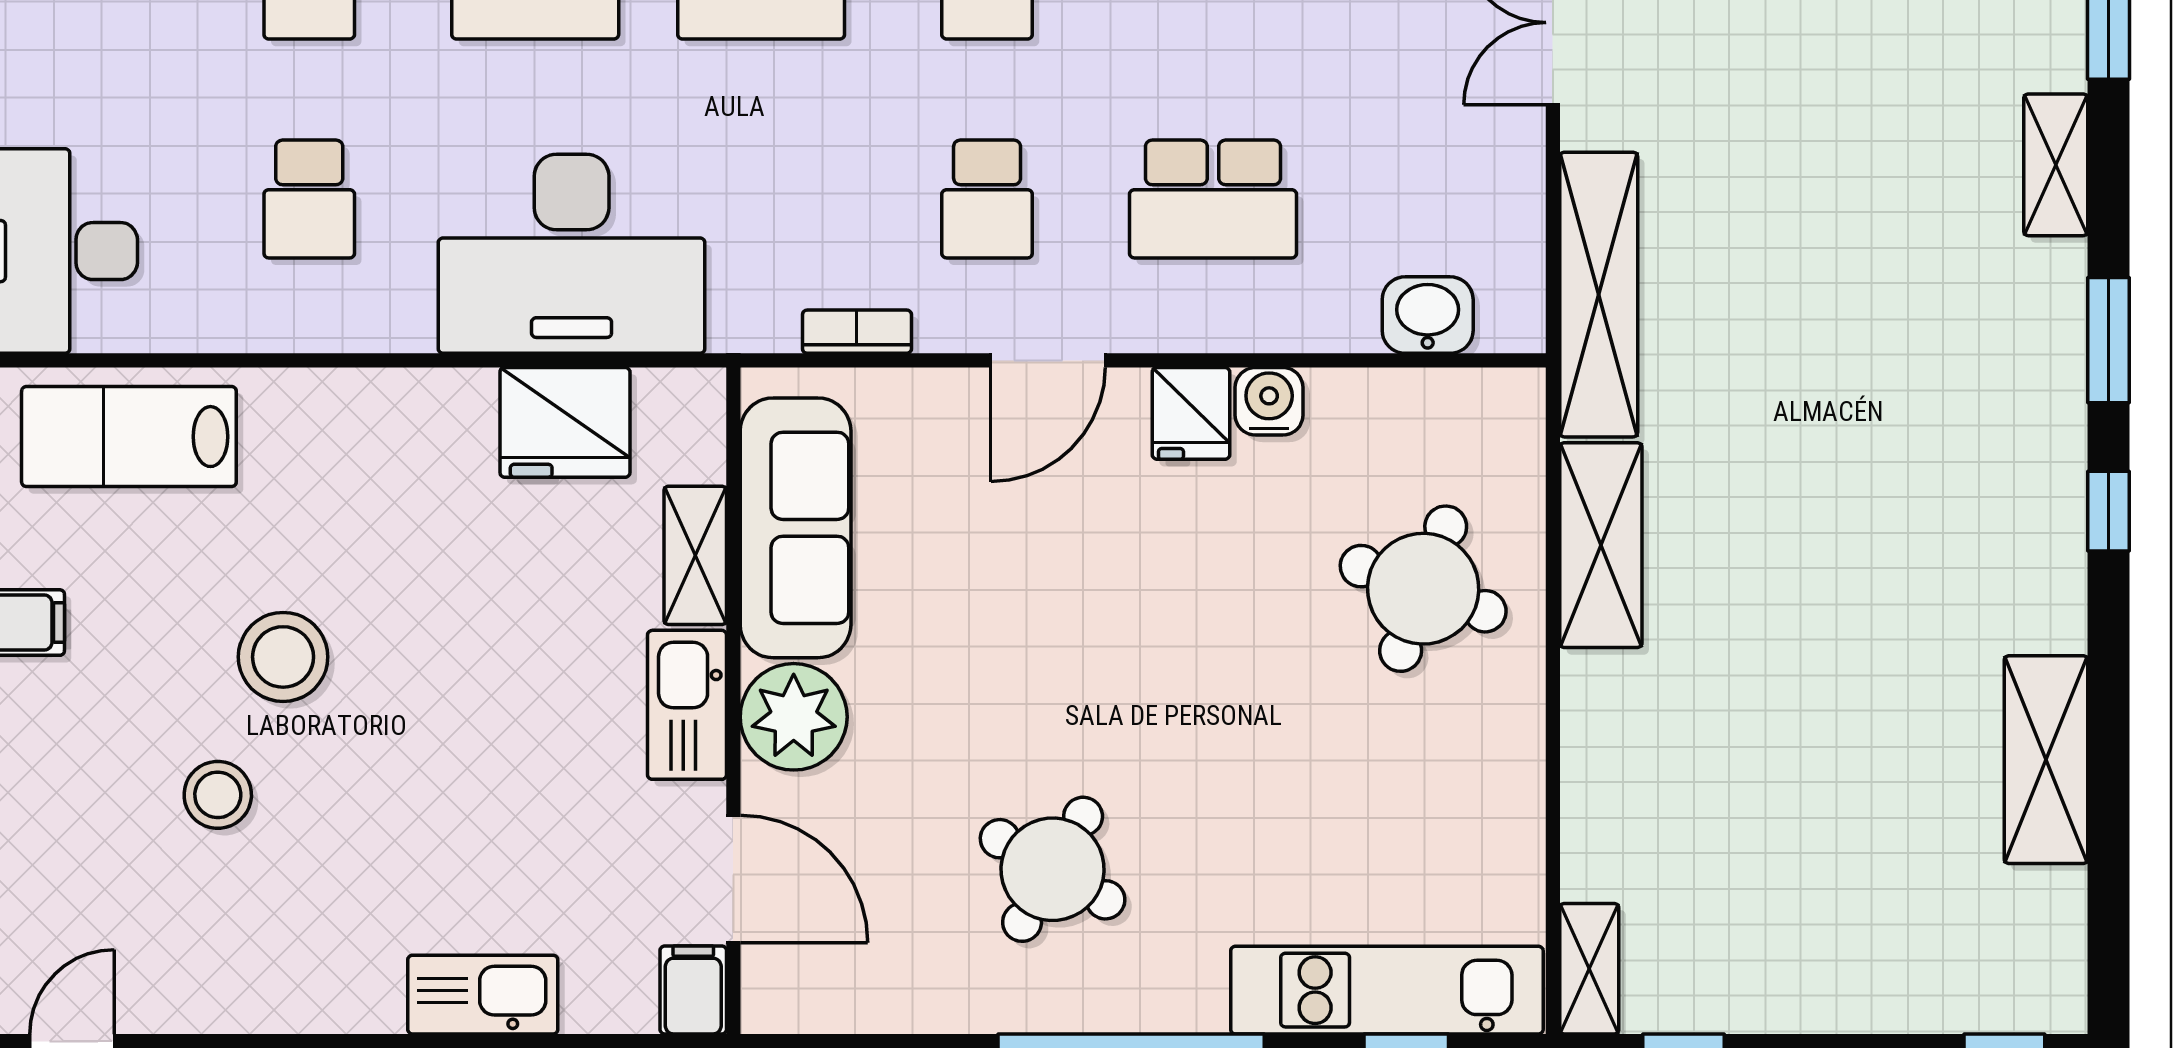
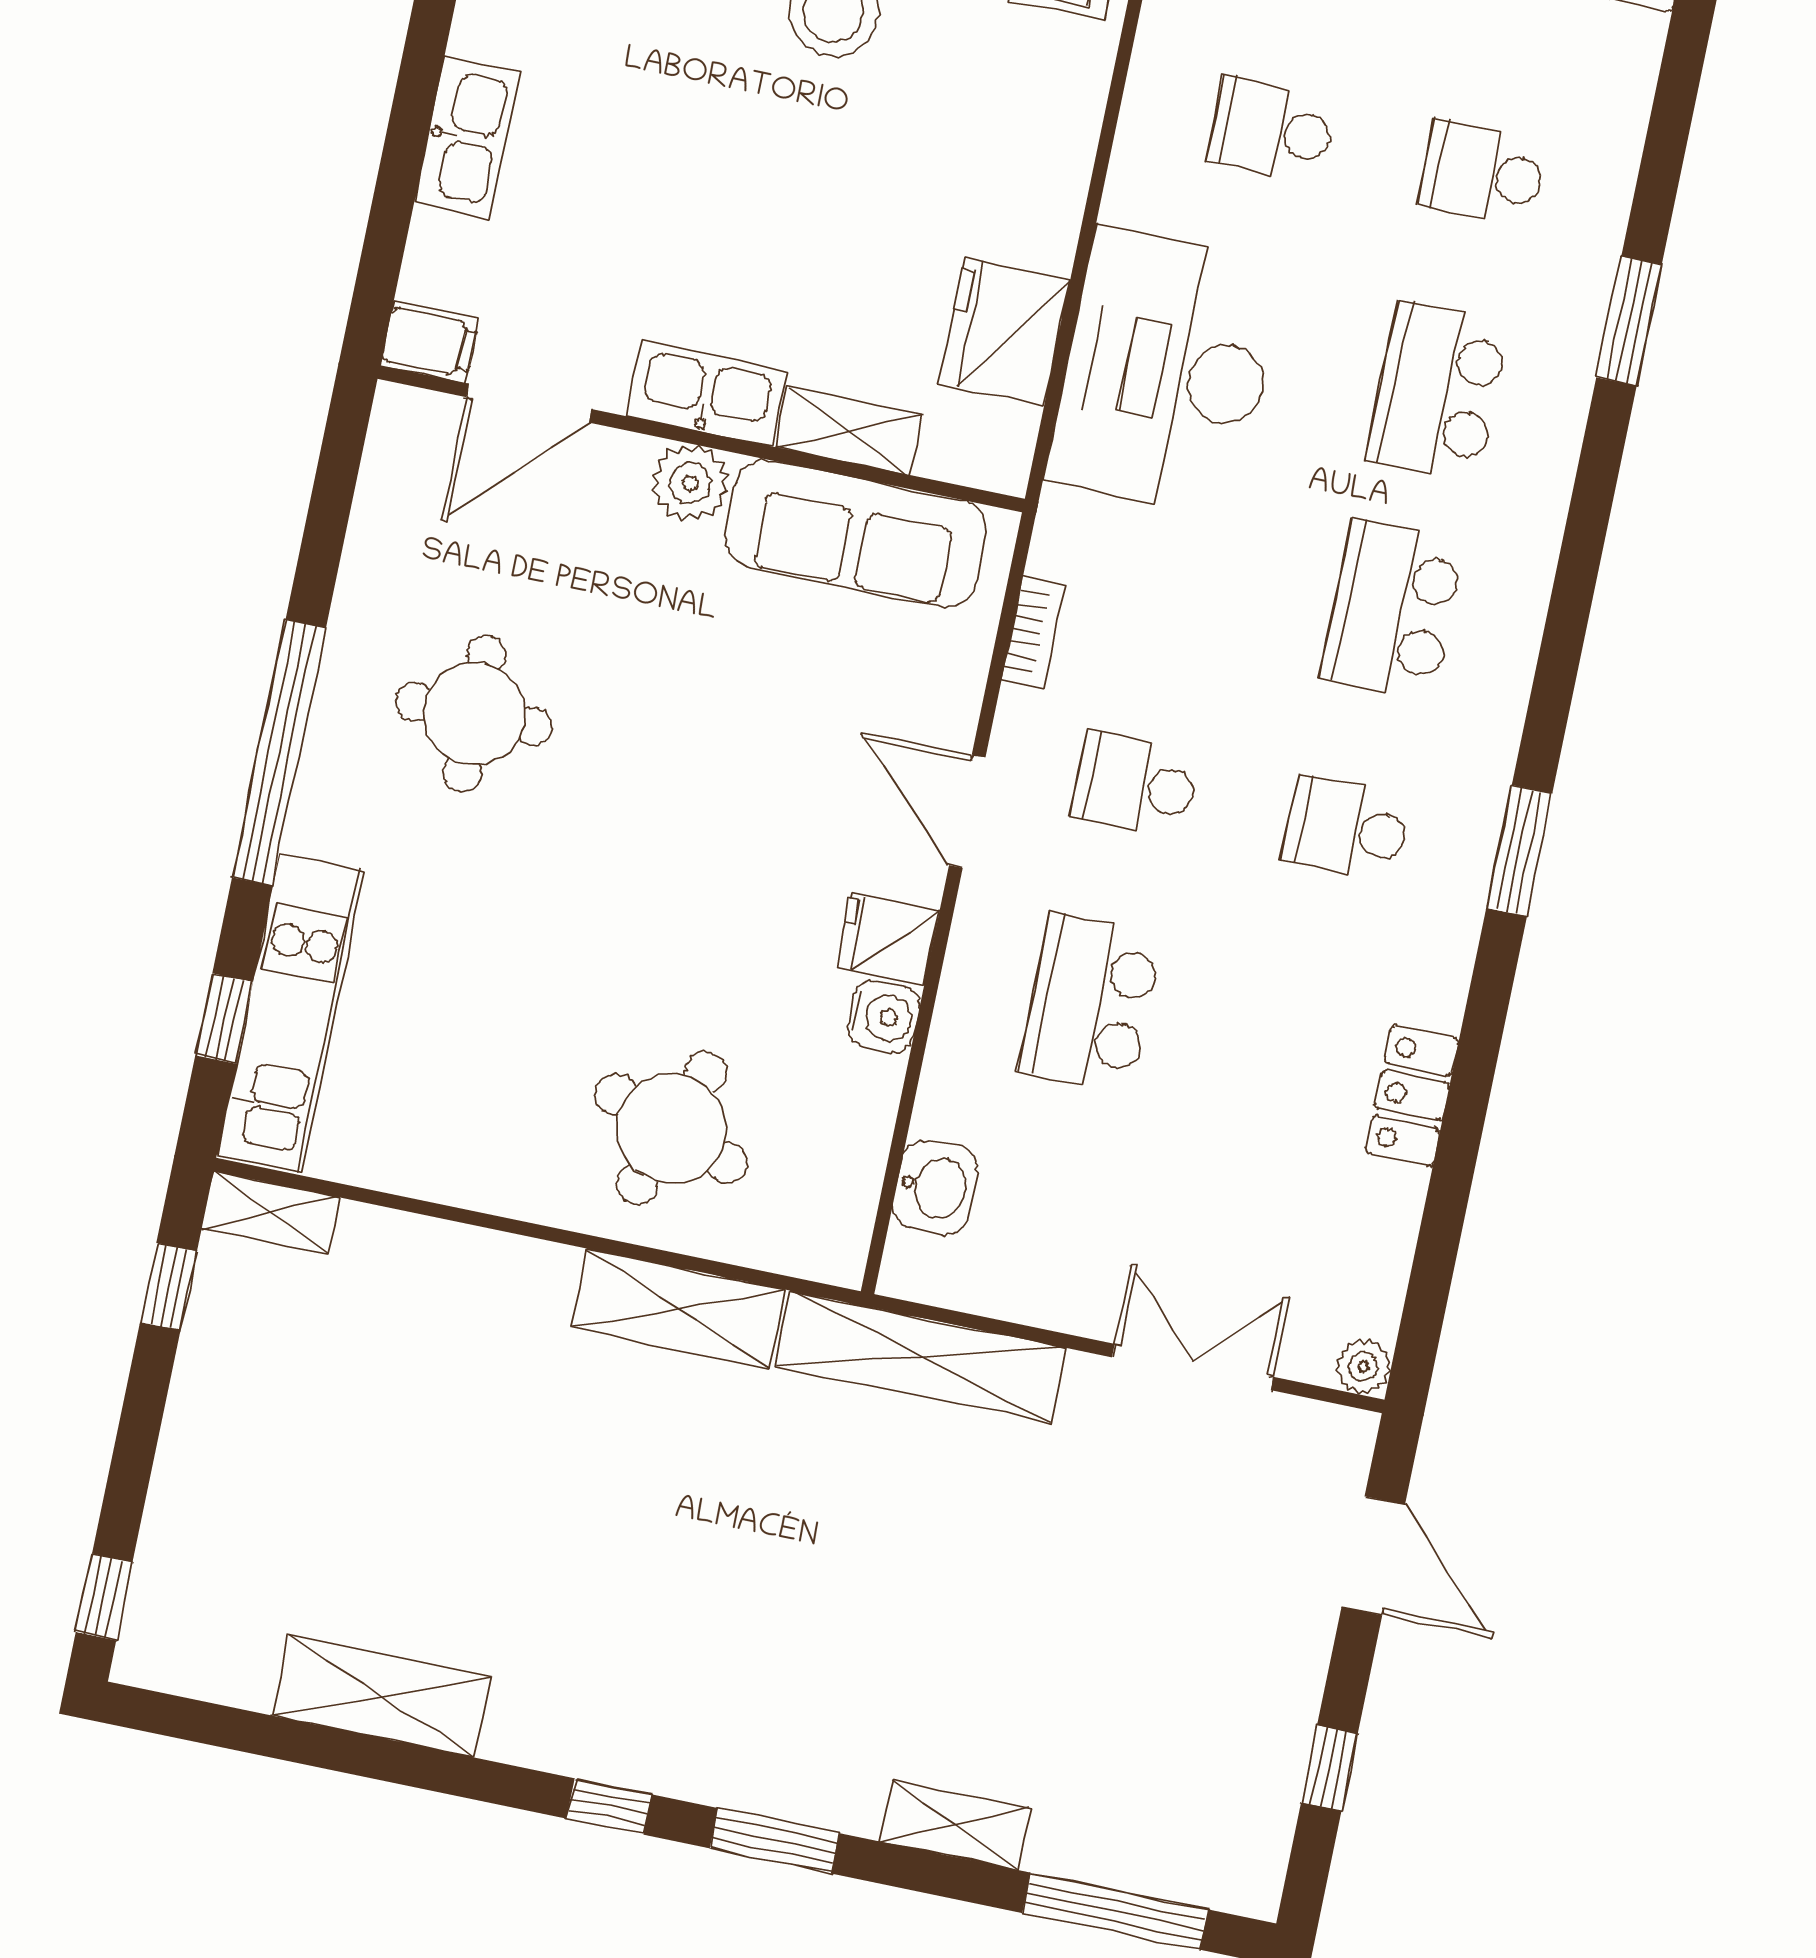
plant: (794, 717) -> (690, 483), width x0.73, depth x0.73
round table: (1053, 869) -> (474, 714), turned -30

